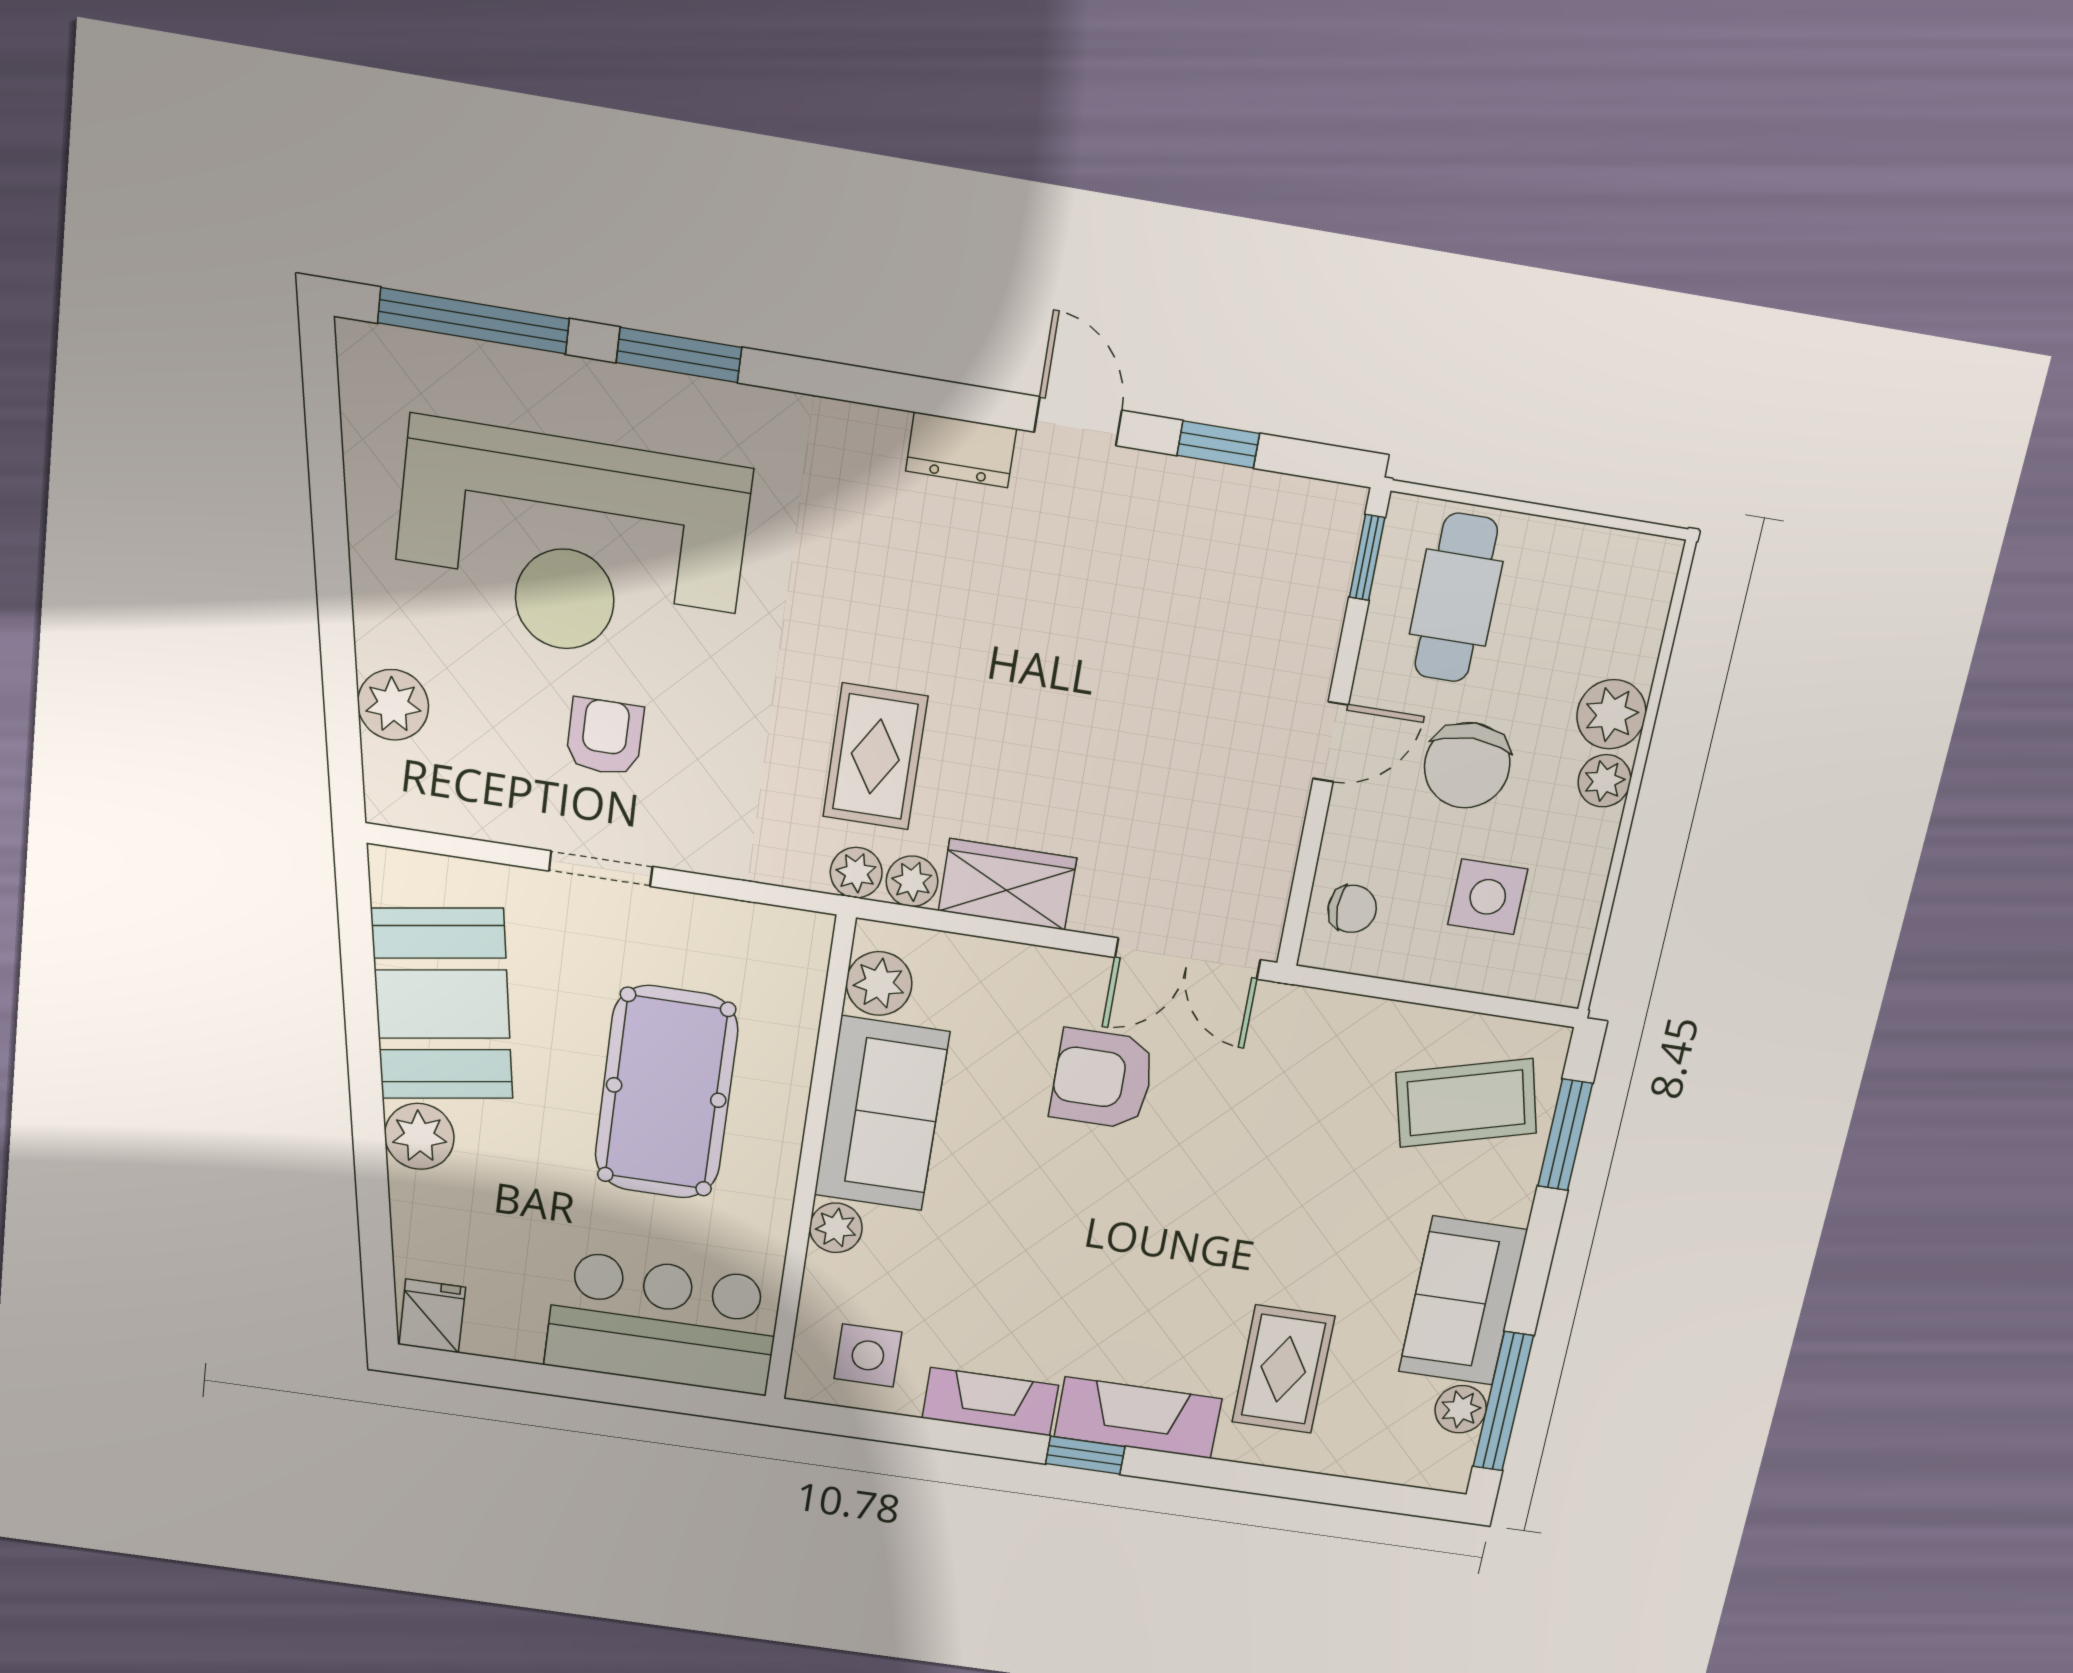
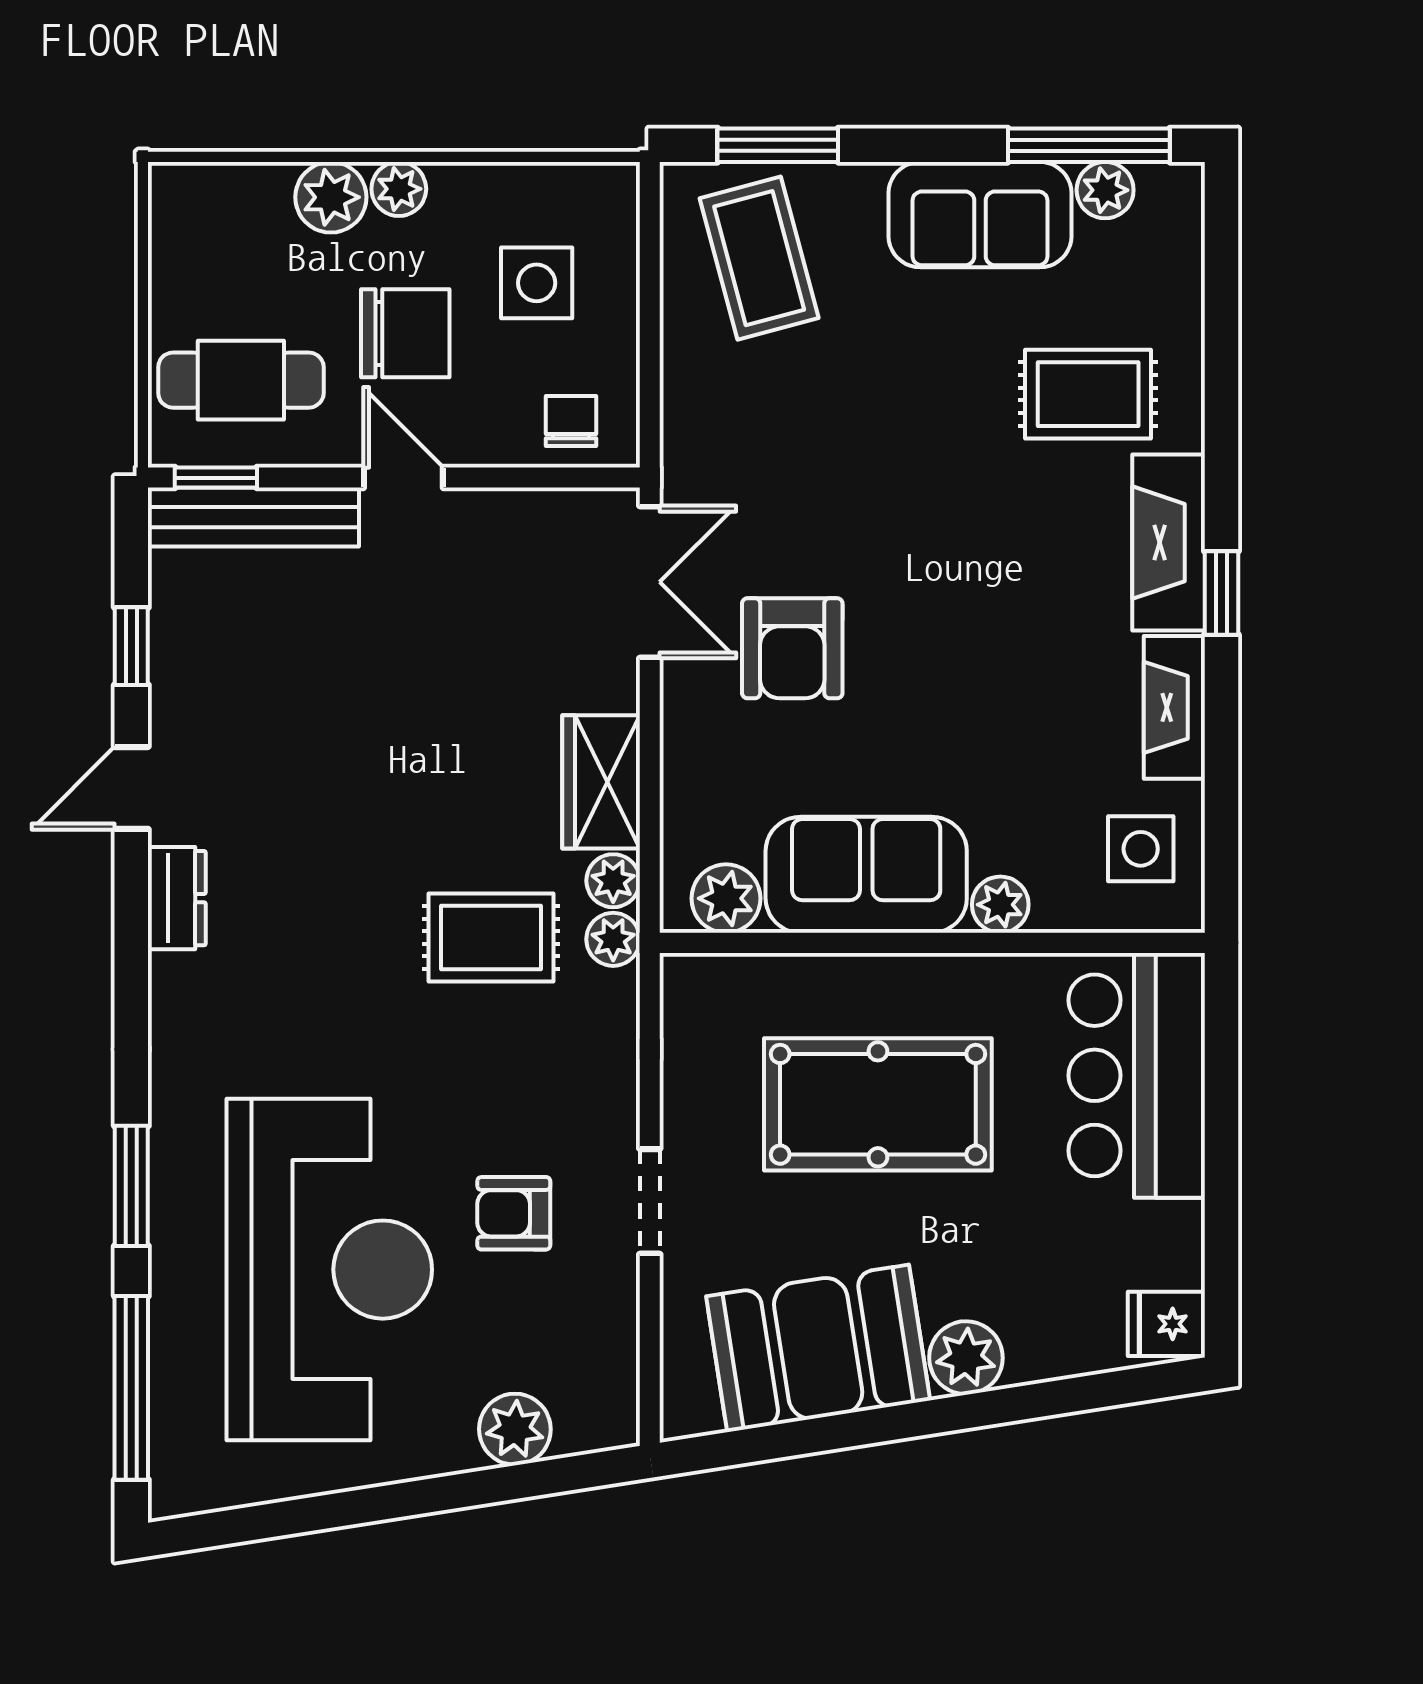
bench: (1321, 589) -> (253, 517), added

